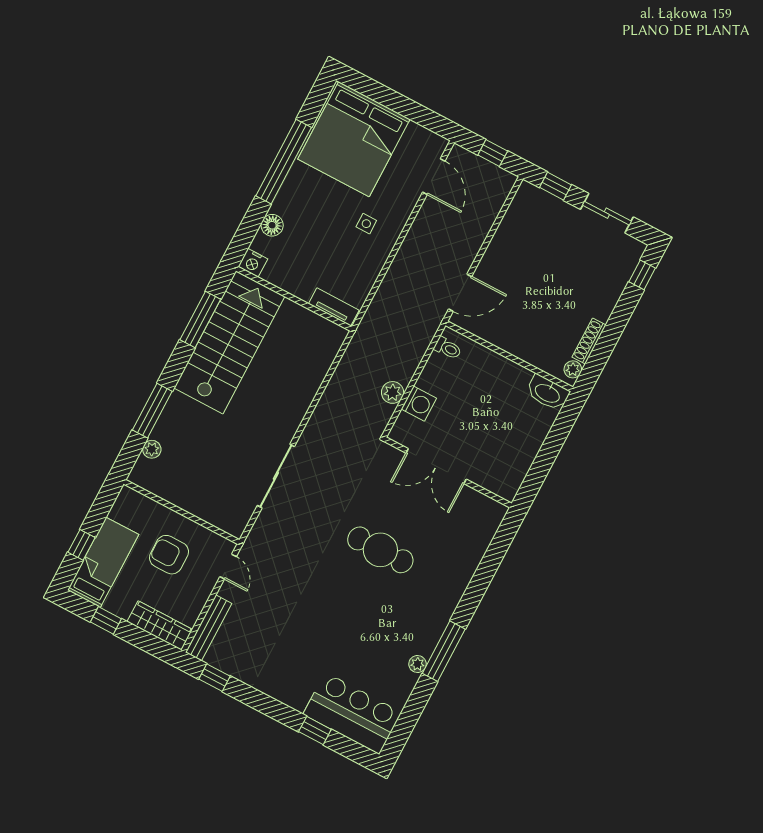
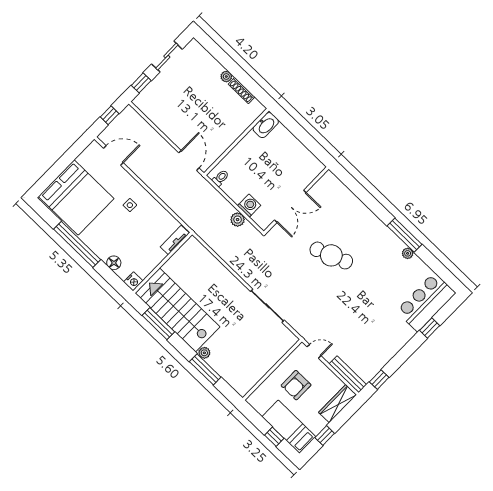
window: (642, 275) -> (211, 46), removed
plant: (573, 369) -> (226, 77), moved
plant: (152, 449) -> (204, 353), moved
cafe table: (380, 550) -> (331, 255), turned 69

